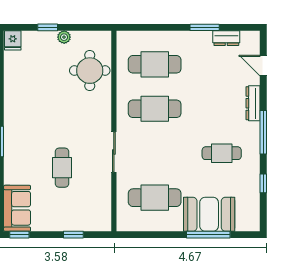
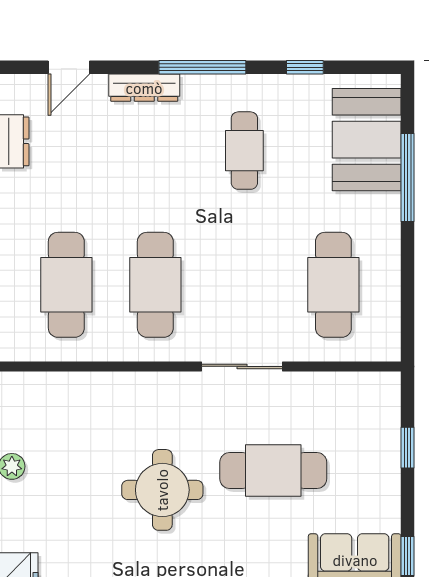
round table: (90, 71) -> (162, 490), moved
cafe table: (62, 168) -> (273, 471), width x1.37, depth x1.35
booth: (209, 214) -> (367, 140), moved

